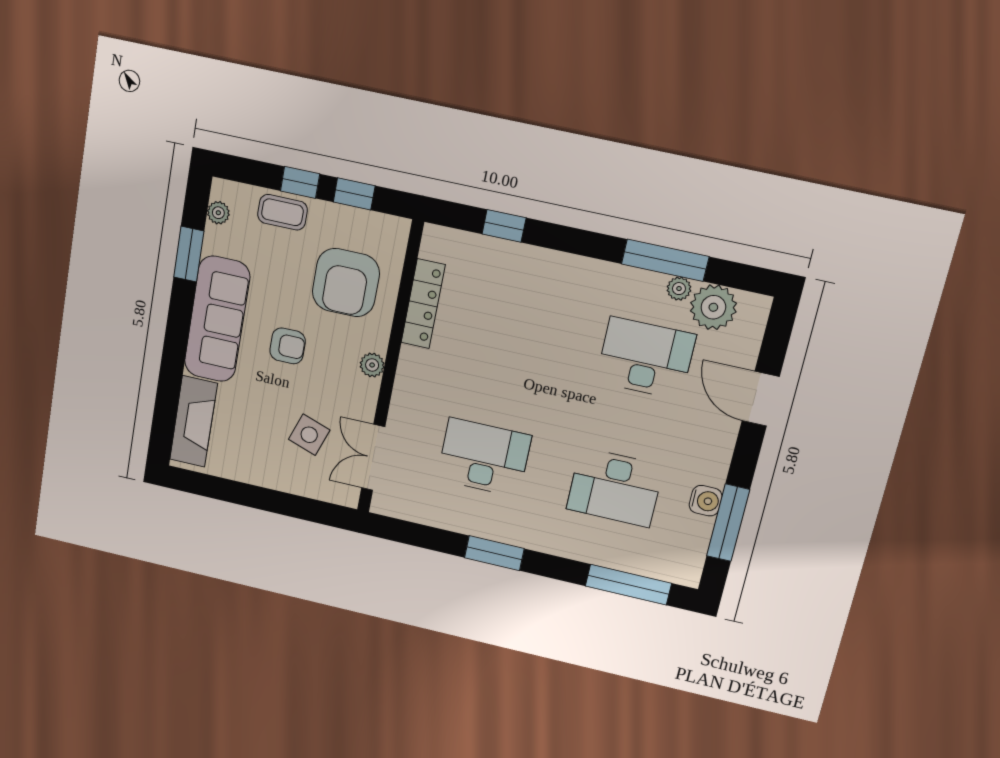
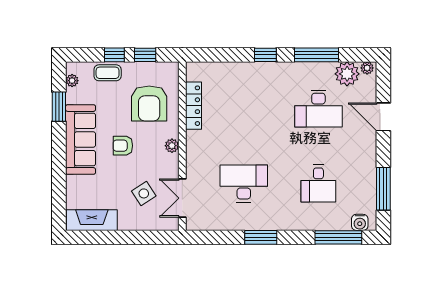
window: (504, 226) -> (265, 55), moved
plant: (679, 289) -> (367, 68), moved
armchair: (288, 346) -> (123, 146), turned 180
desk: (646, 358) -> (318, 109), turned 180
fireplace: (193, 421) -> (92, 220), moved, turned -90
side table: (309, 435) -> (144, 193), turned 38
desk: (615, 487) -> (318, 183), width x0.73
water cooler: (706, 501) -> (360, 222), moved, turned 90

